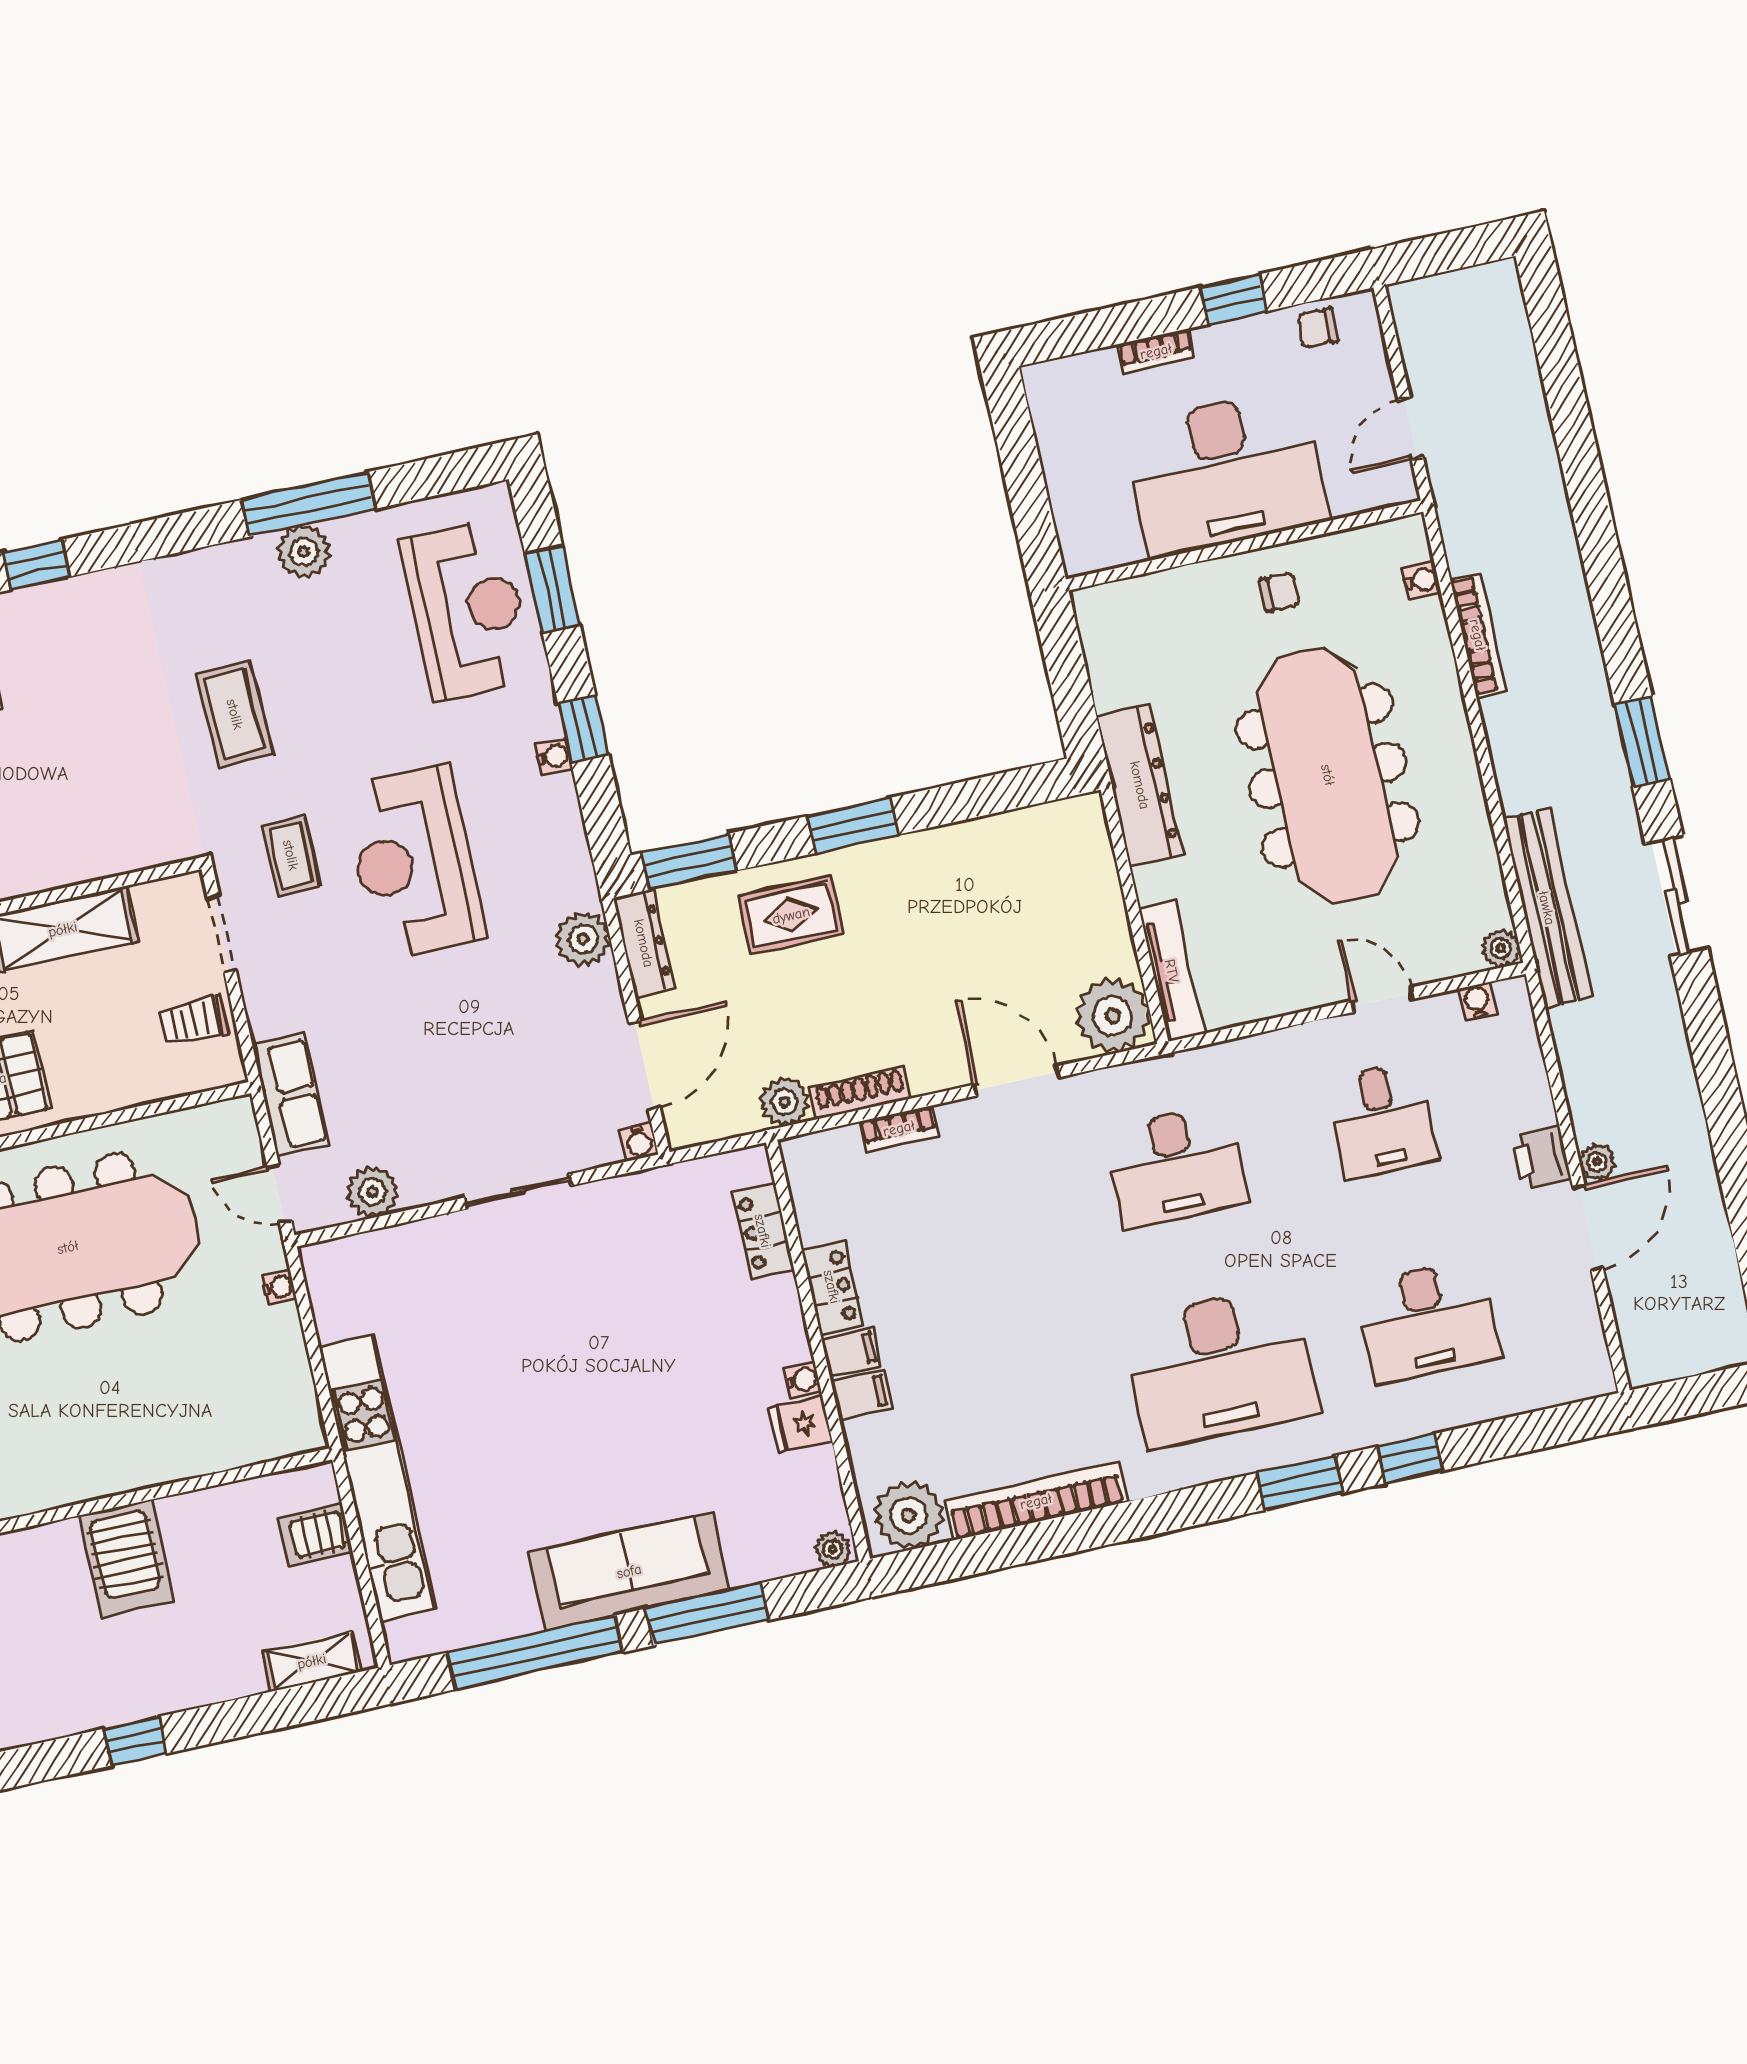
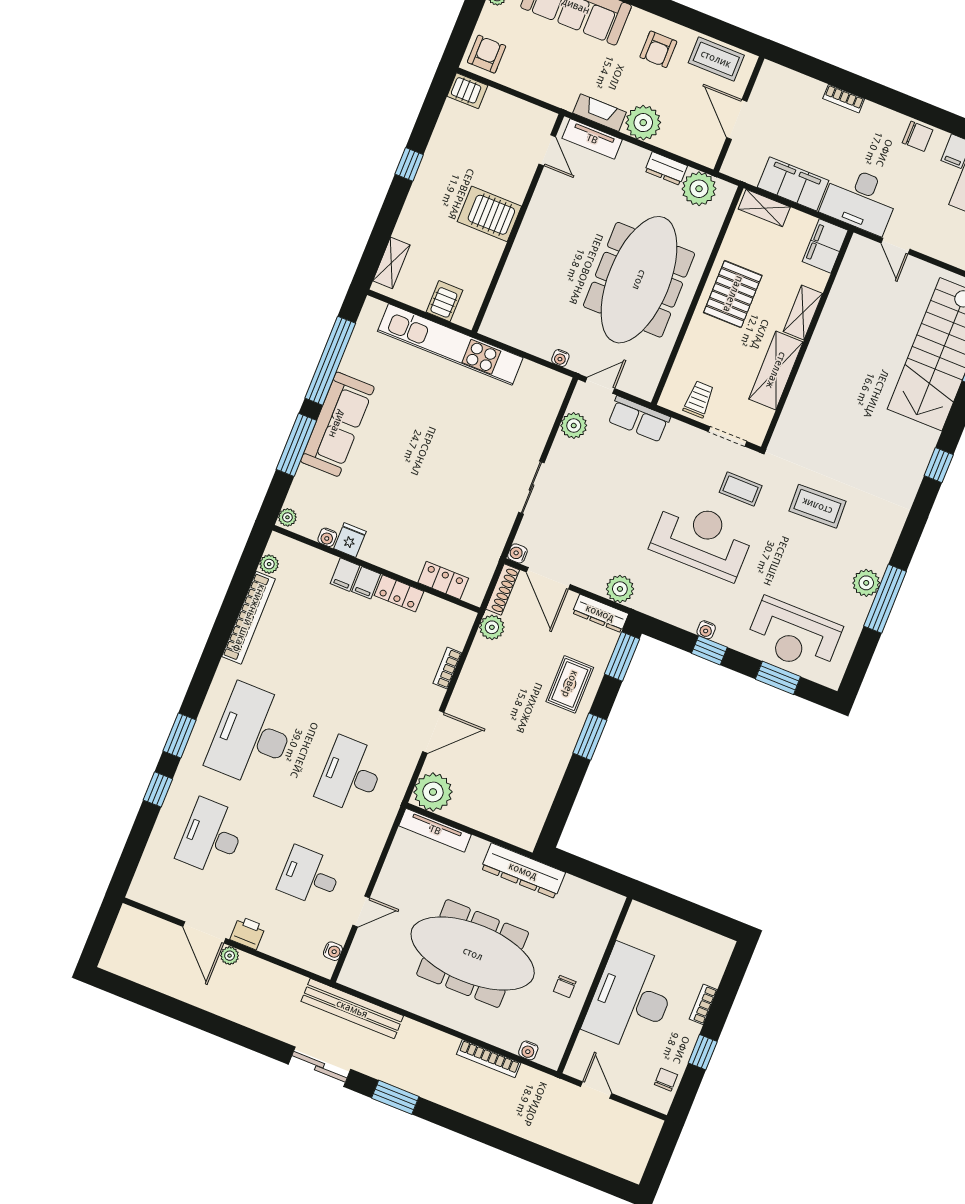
plant: (1501, 948) -> (348, 977), removed
shoe rack: (860, 1093) -> (503, 590), moved
water cooler: (802, 1380) -> (327, 537), moved
plant: (908, 1515) -> (269, 564), width x0.53, depth x0.53

